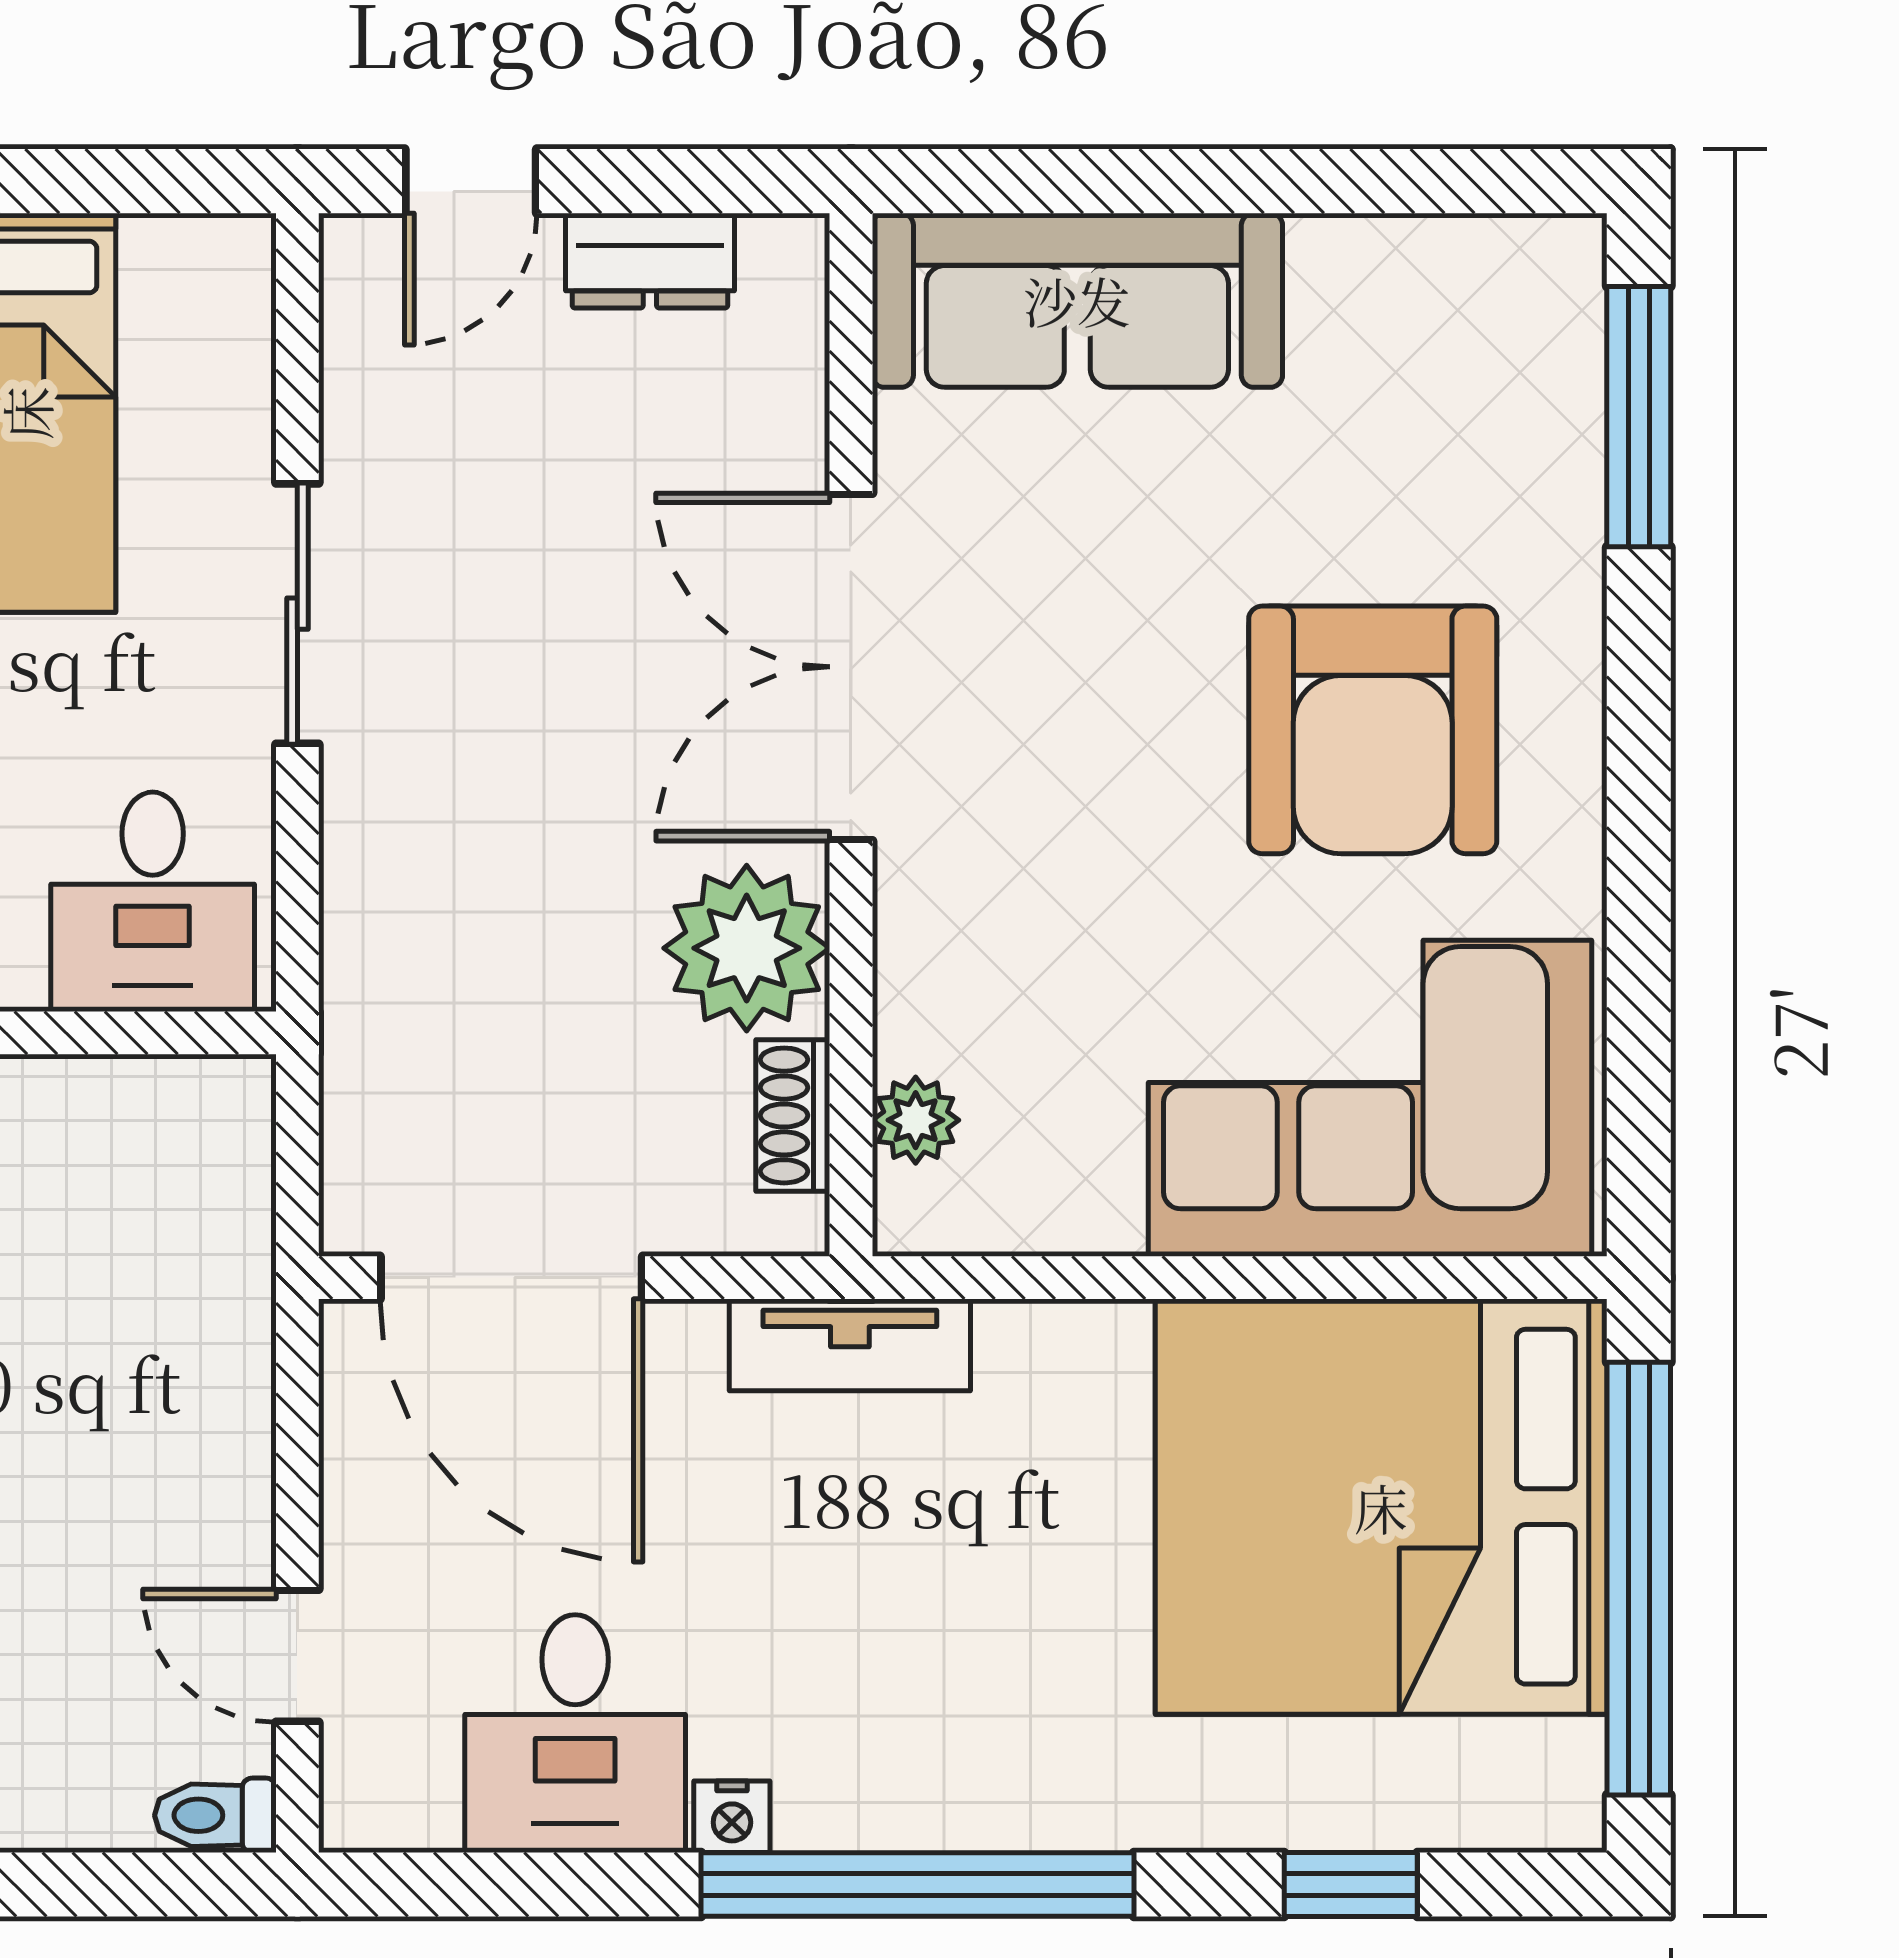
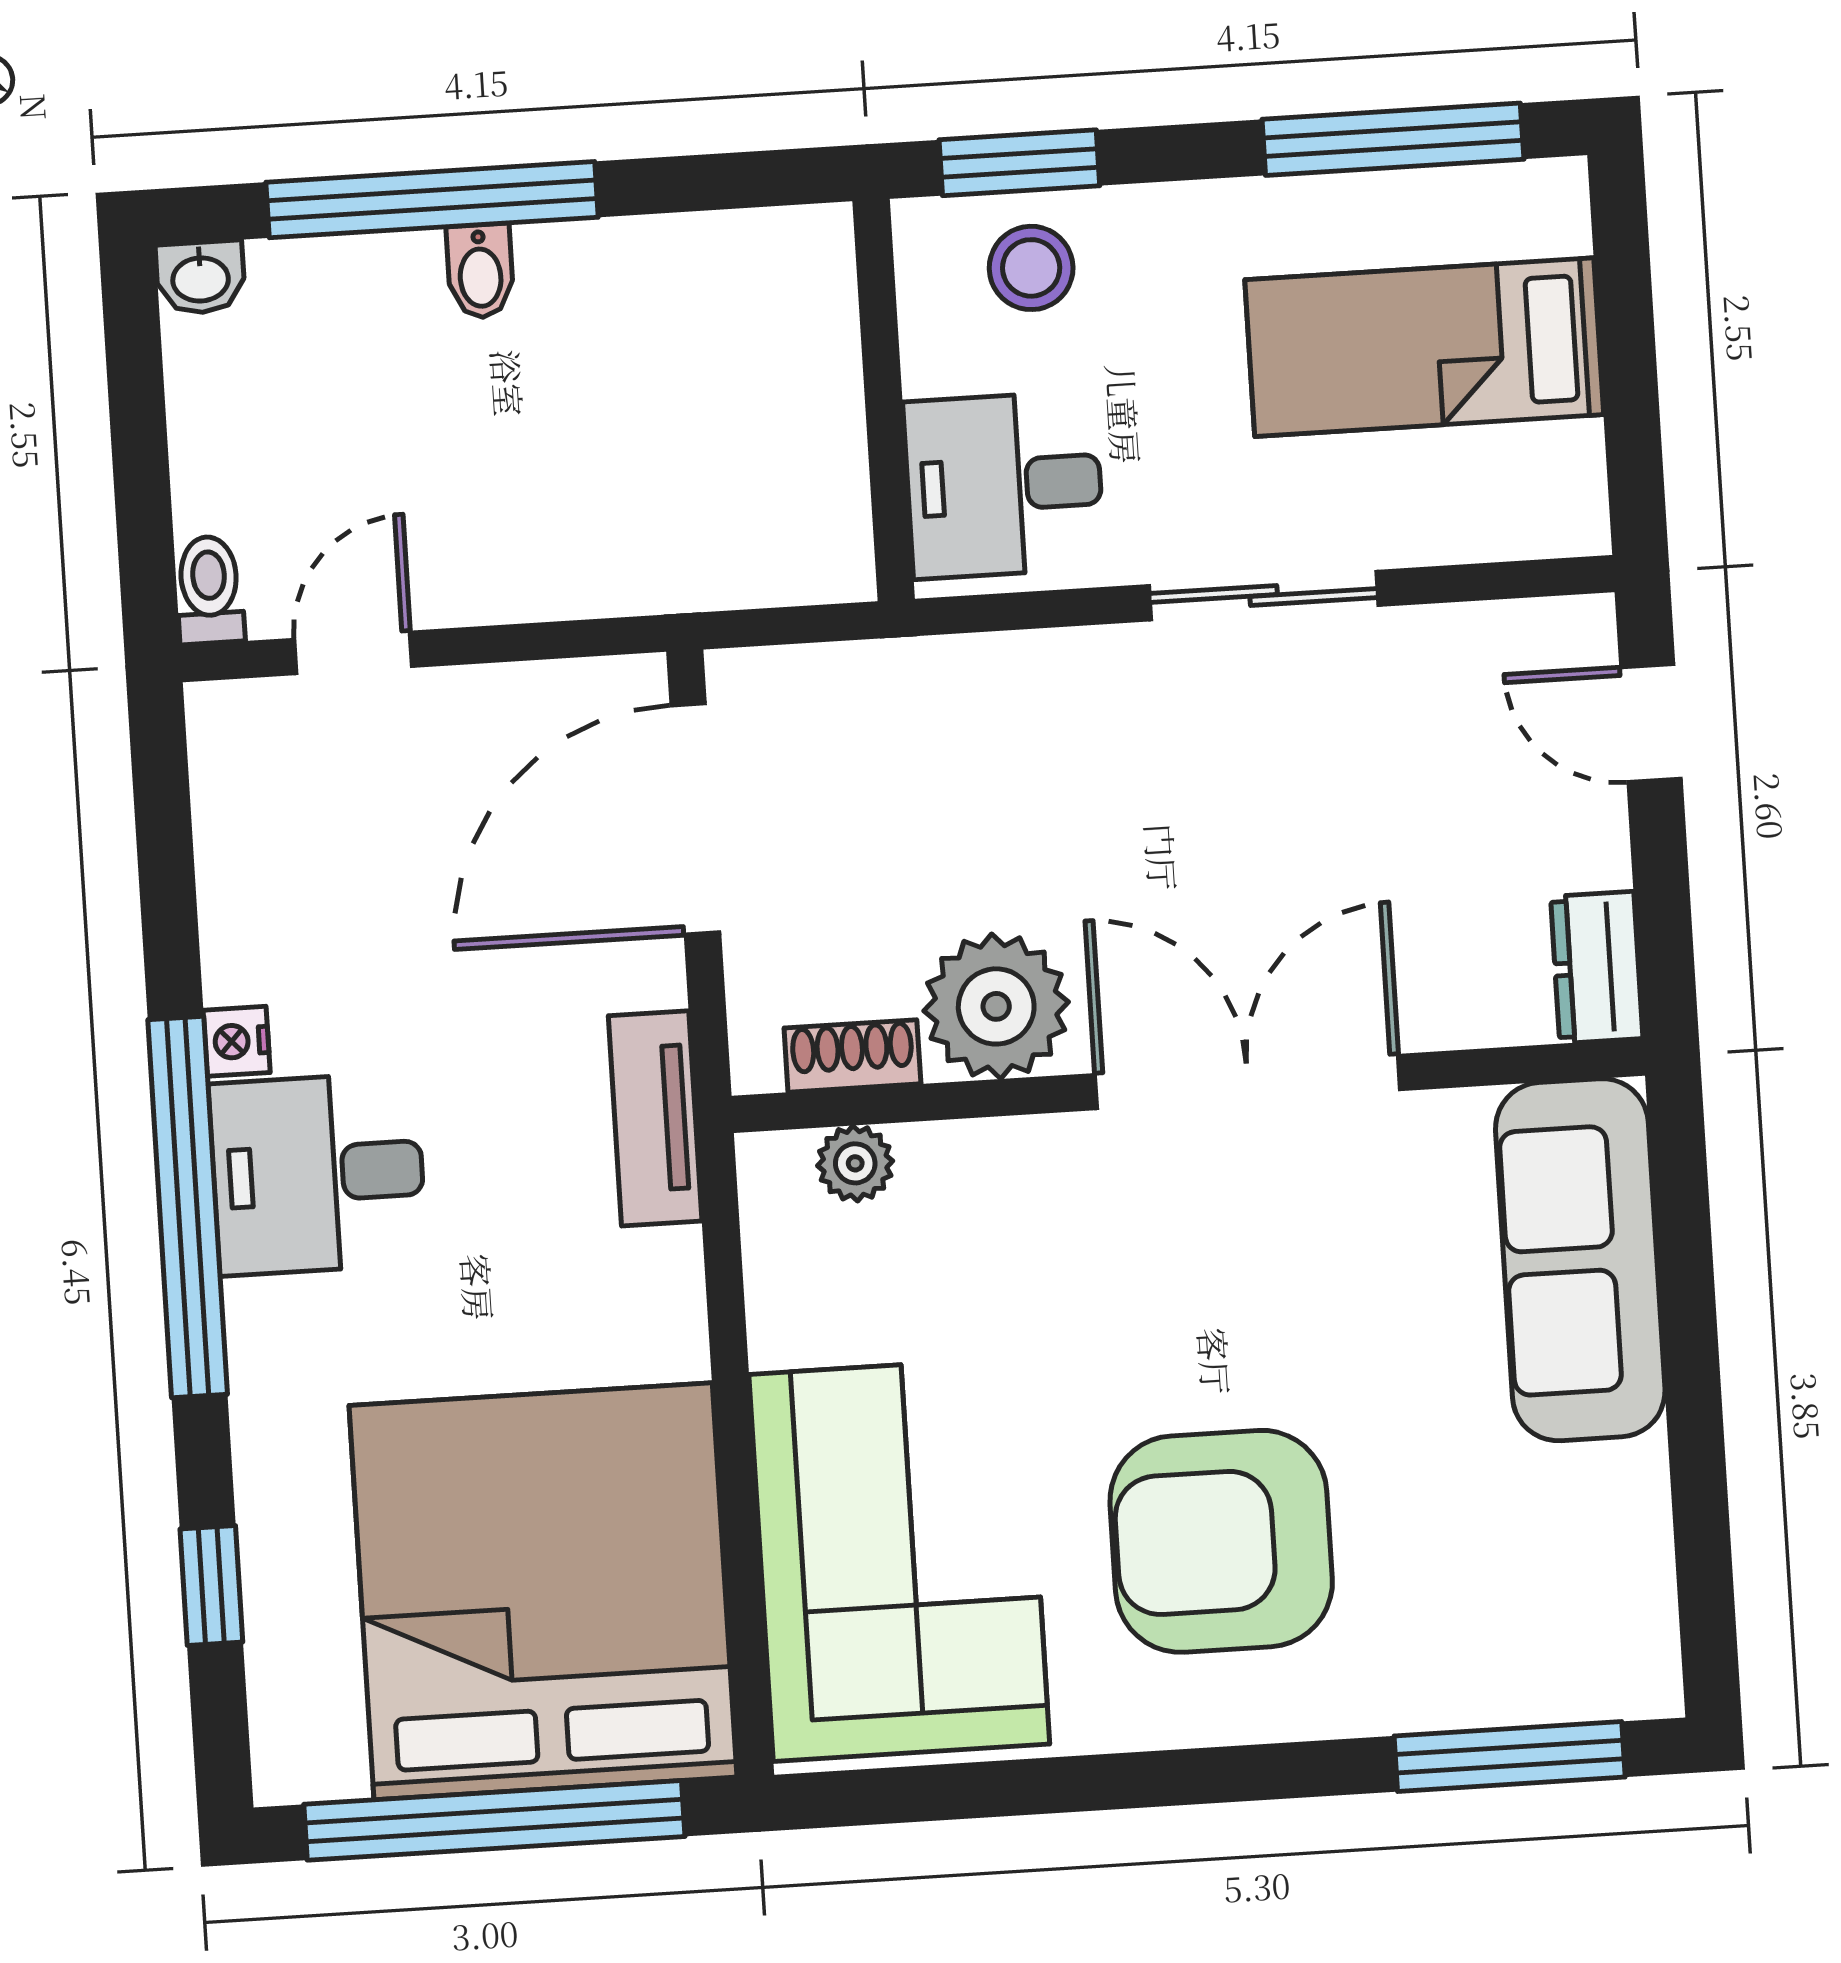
dresser: (650, 261) -> (1597, 967), moved
desk: (575, 1734) -> (318, 1174), moved

